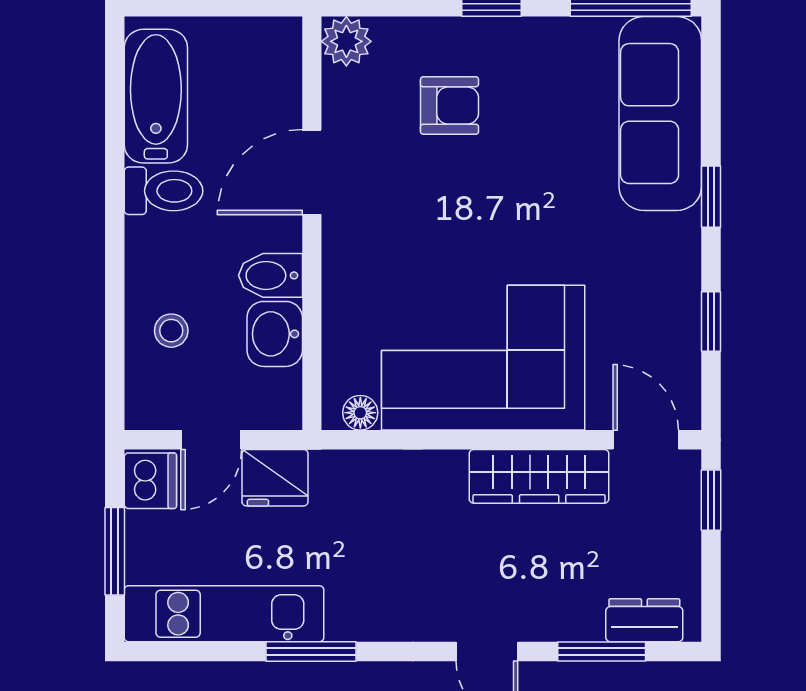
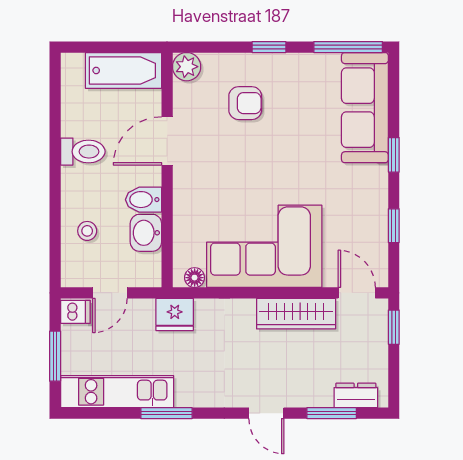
bathtub: (156, 96) -> (124, 70), moved, turned 90
fridge: (275, 478) -> (175, 314), moved
dishwasher: (150, 481) -> (75, 312), width x0.73

